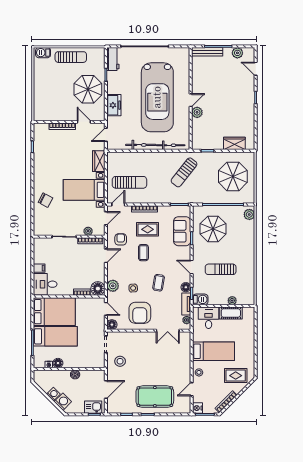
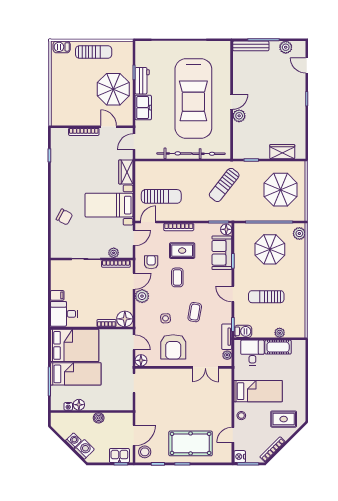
workbench: (113, 59) -> (142, 81), moved
parasol: (213, 229) -> (270, 249), moved
plant: (113, 286) -> (142, 296), moved
floor lamp: (186, 287) -> (226, 229), moved
stool: (120, 361) -> (145, 452), moved

